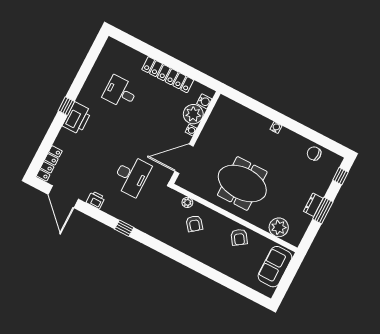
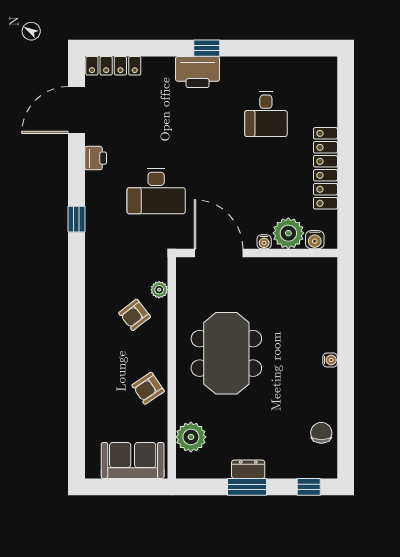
desk: (120, 92) -> (266, 114), turned 180

